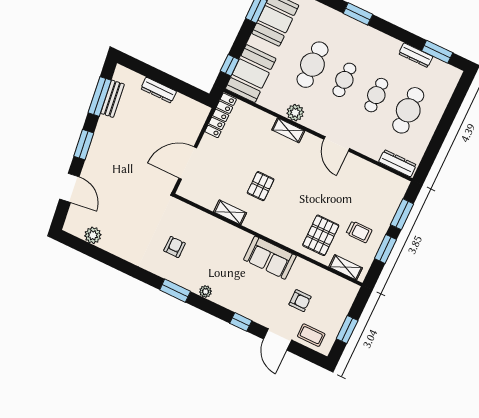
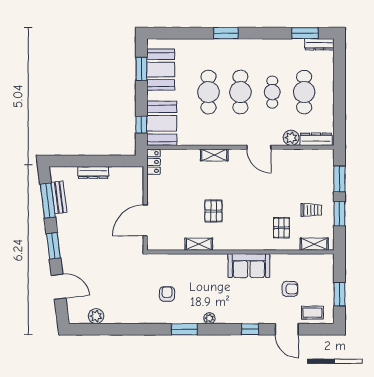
dresser: (416, 55) -> (319, 44), moved
cafe table: (344, 80) -> (240, 92), width x1.37, depth x1.35
plant: (295, 113) -> (291, 138), moved
locker: (221, 115) -> (153, 162), width x0.66
pallet: (321, 235) -> (281, 228), width x0.67, depth x0.71

